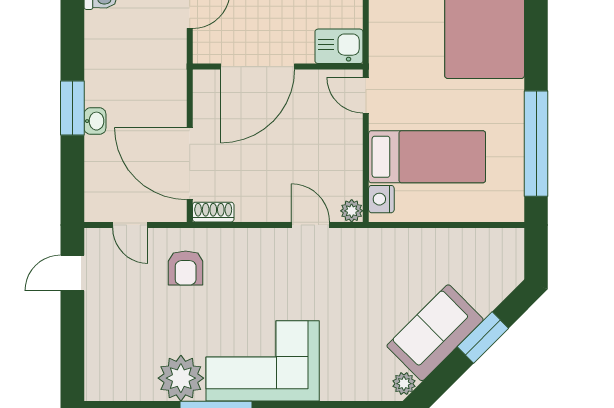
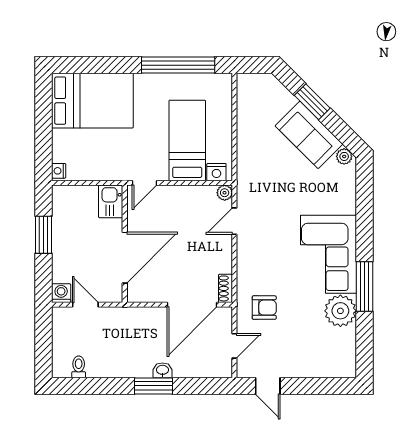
door: (258, 67) -> (125, 258), hinge flipped

